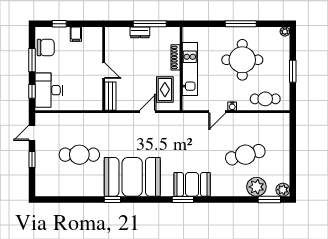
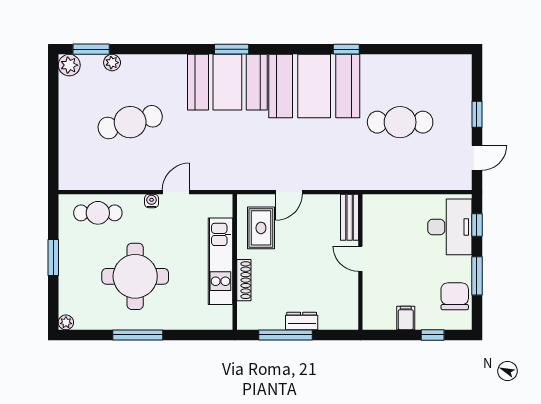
chair: (46, 48) -> (455, 296), turned 90
booth: (192, 184) -> (227, 82), width x1.36, depth x1.42
plant: (256, 187) -> (112, 63), width x0.53, depth x0.53

